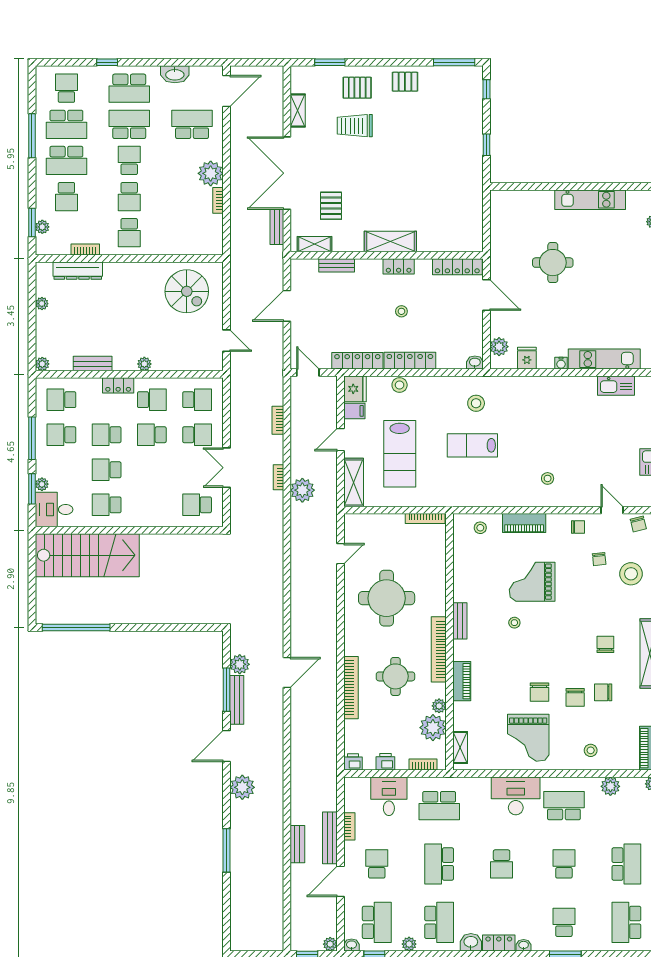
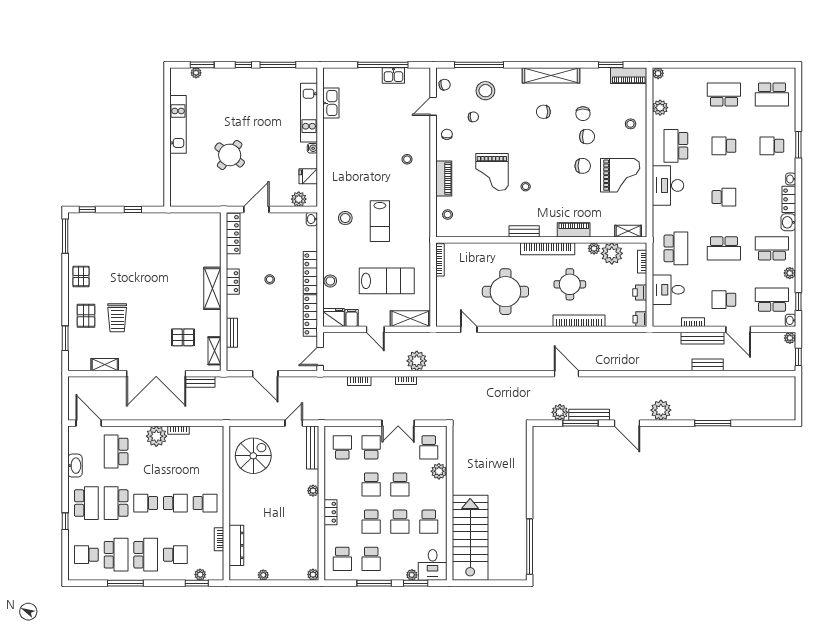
round table: (553, 263) -> (230, 155), turned 37
bench: (93, 364) -> (313, 448), moved, width x1.36
school desk: (152, 400) -> (400, 485), moved, turned 180
plant: (168, 517) -> (439, 471), added

